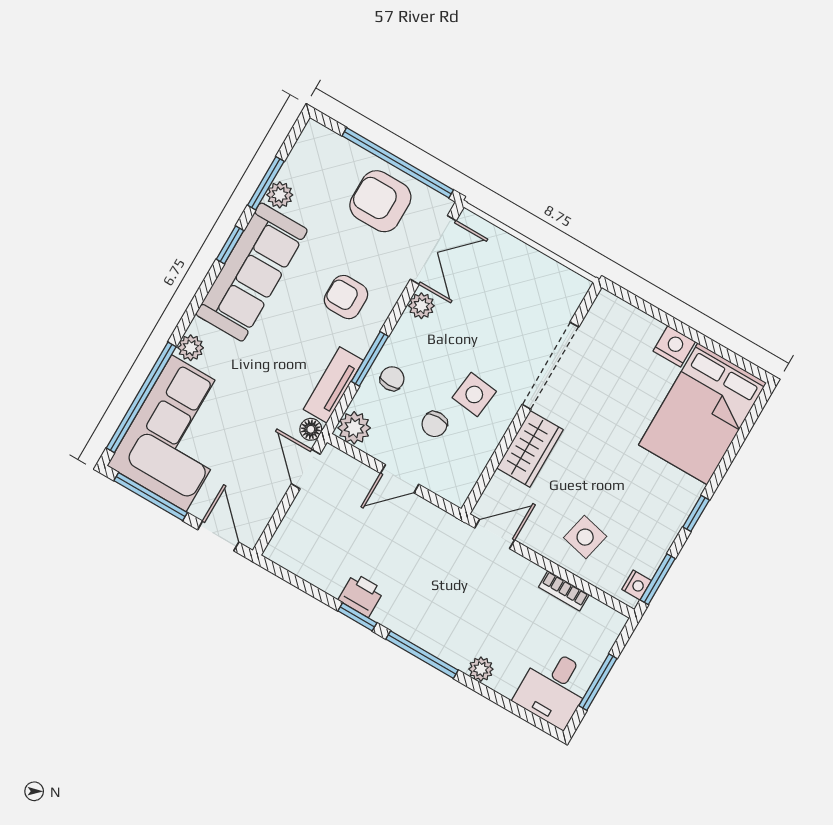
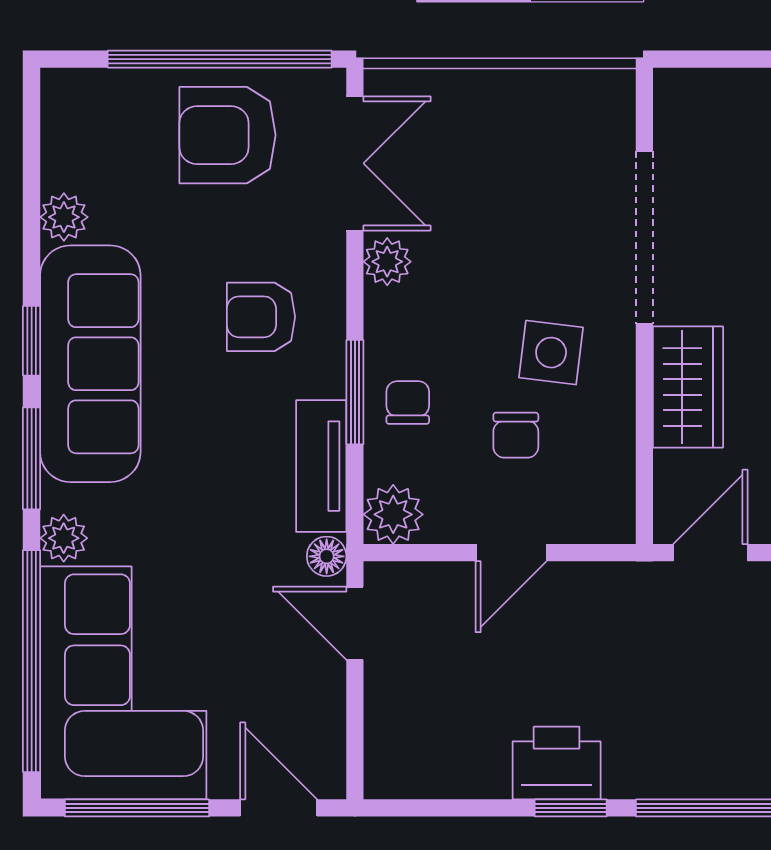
window: (266, 183) -> (32, 458), moved
printer: (361, 595) -> (557, 763), width x1.36, depth x1.24

